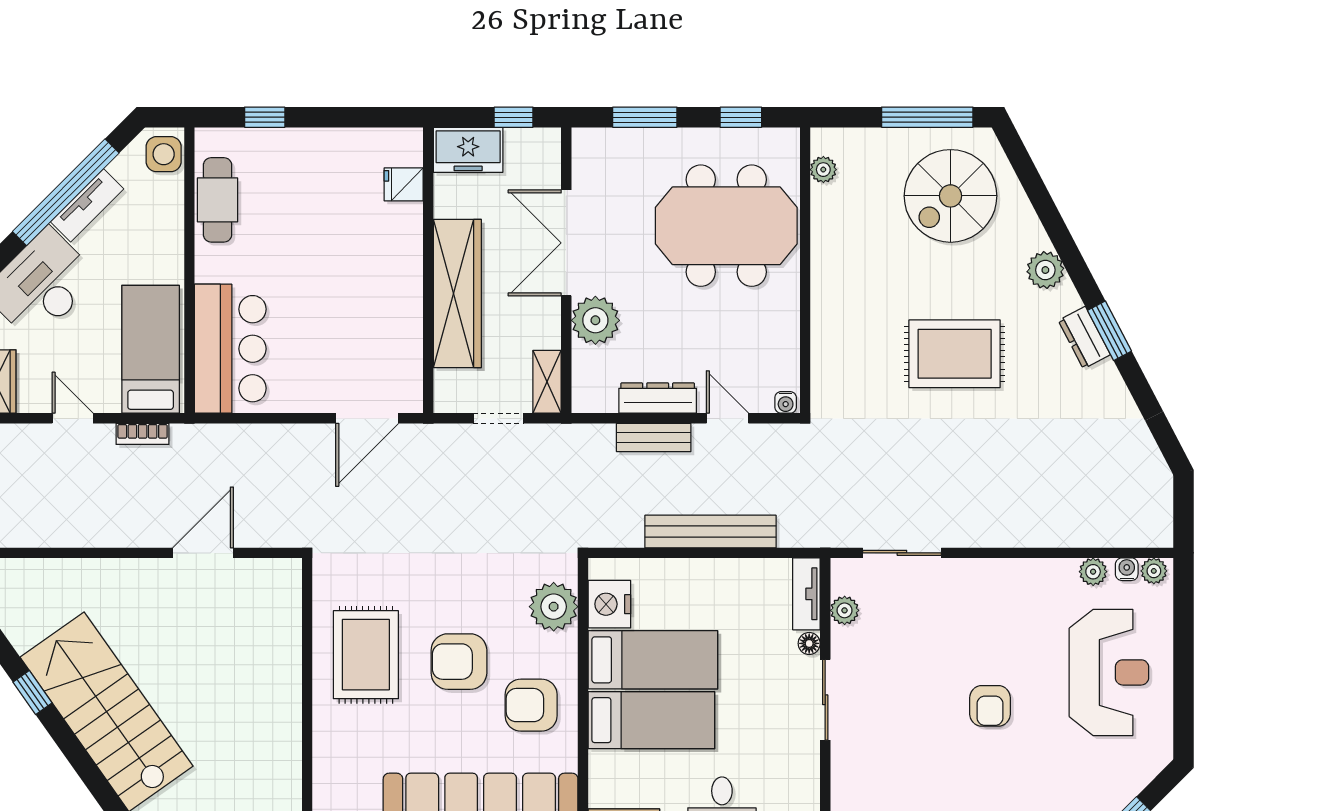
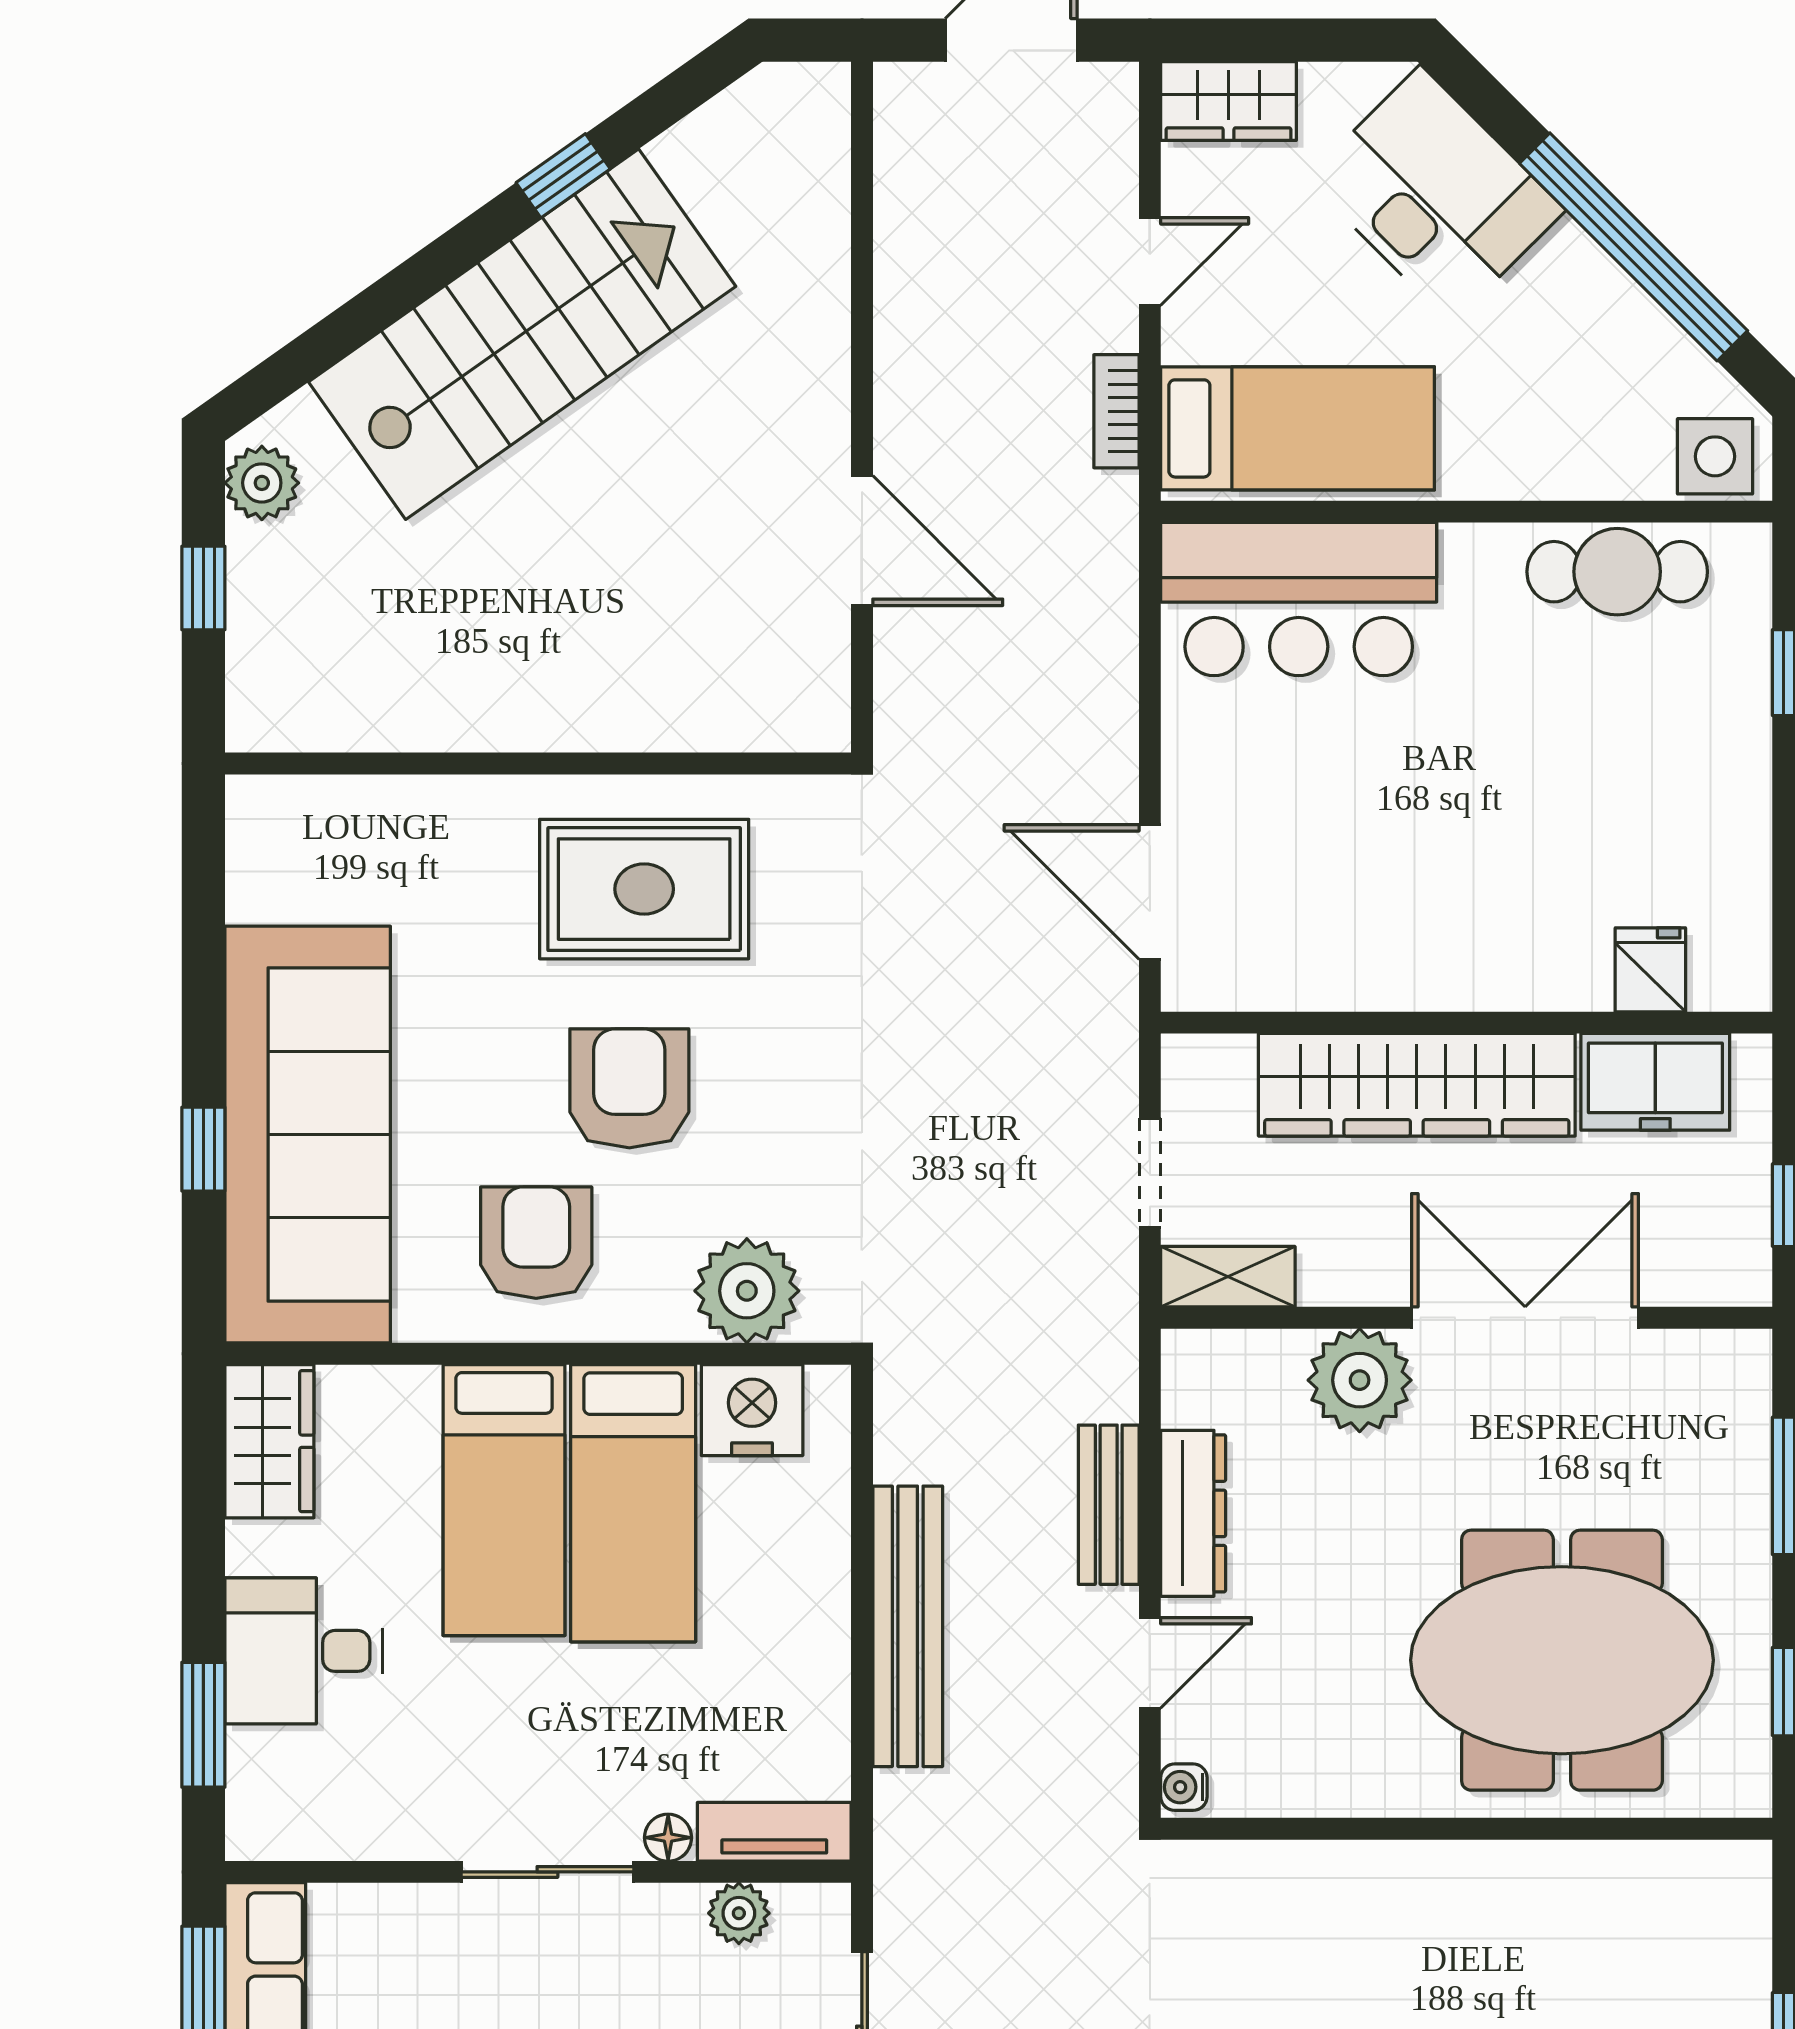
freezer: (468, 150) -> (1655, 1082), moved, turned -90
plant: (823, 170) -> (1682, 1868), removed
tv unit: (87, 205) -> (1605, 293), removed
meeting table: (726, 226) -> (1562, 1660), turned 90

